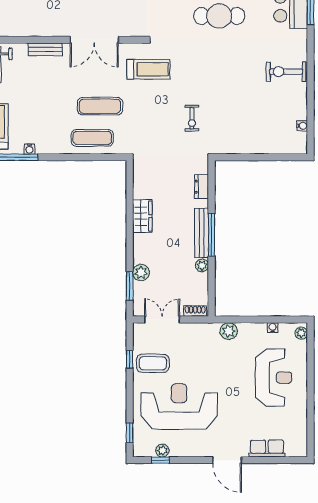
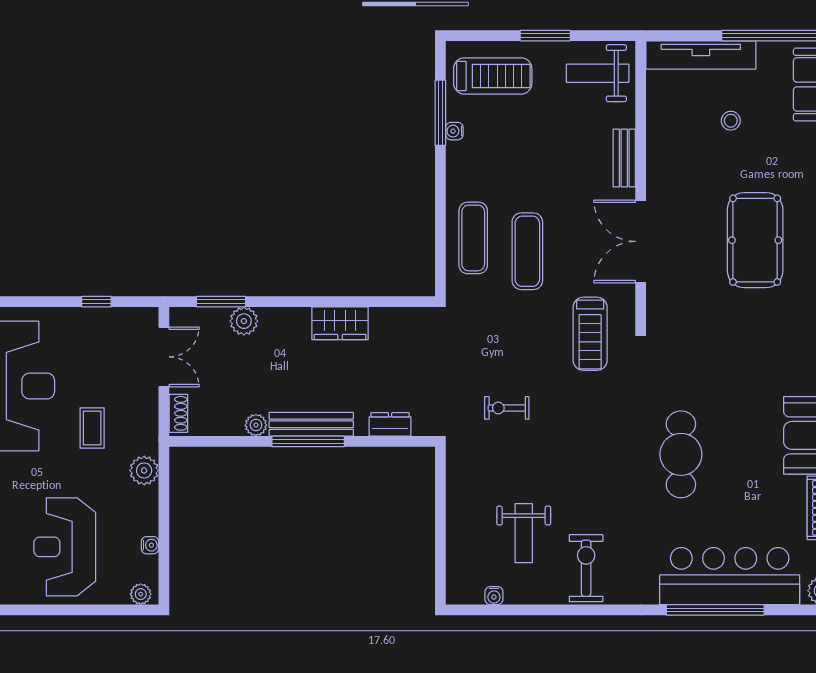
weight bench: (265, 108) -> (524, 533), added
coffee table: (153, 363) -> (92, 428), moved, width x0.73, depth x0.77
reception desk: (273, 378) -> (65, 547), turned 90

